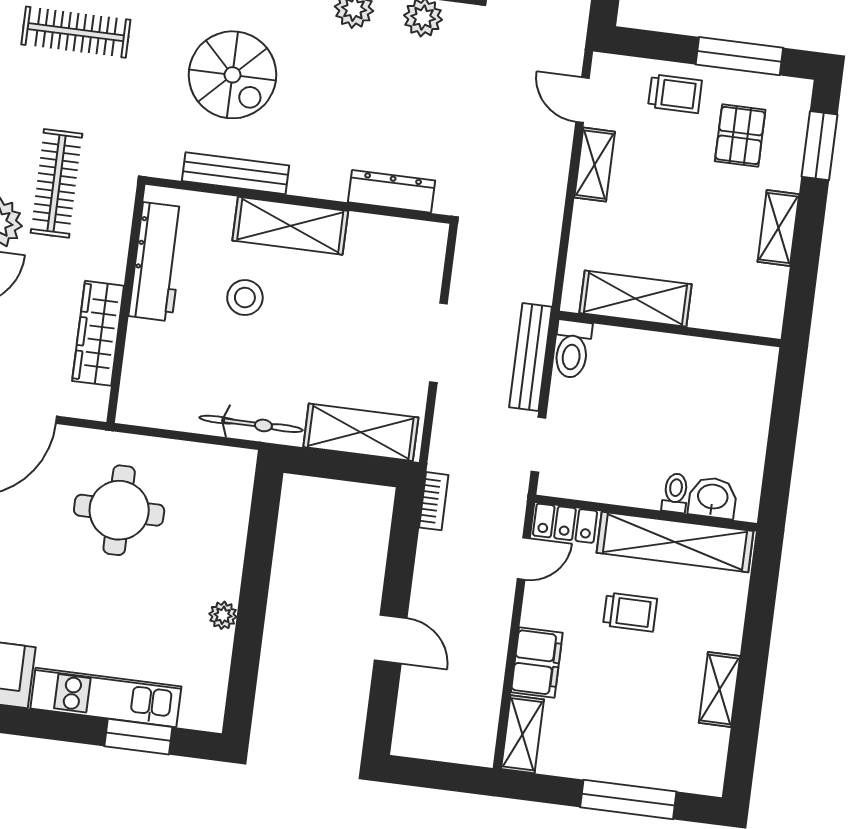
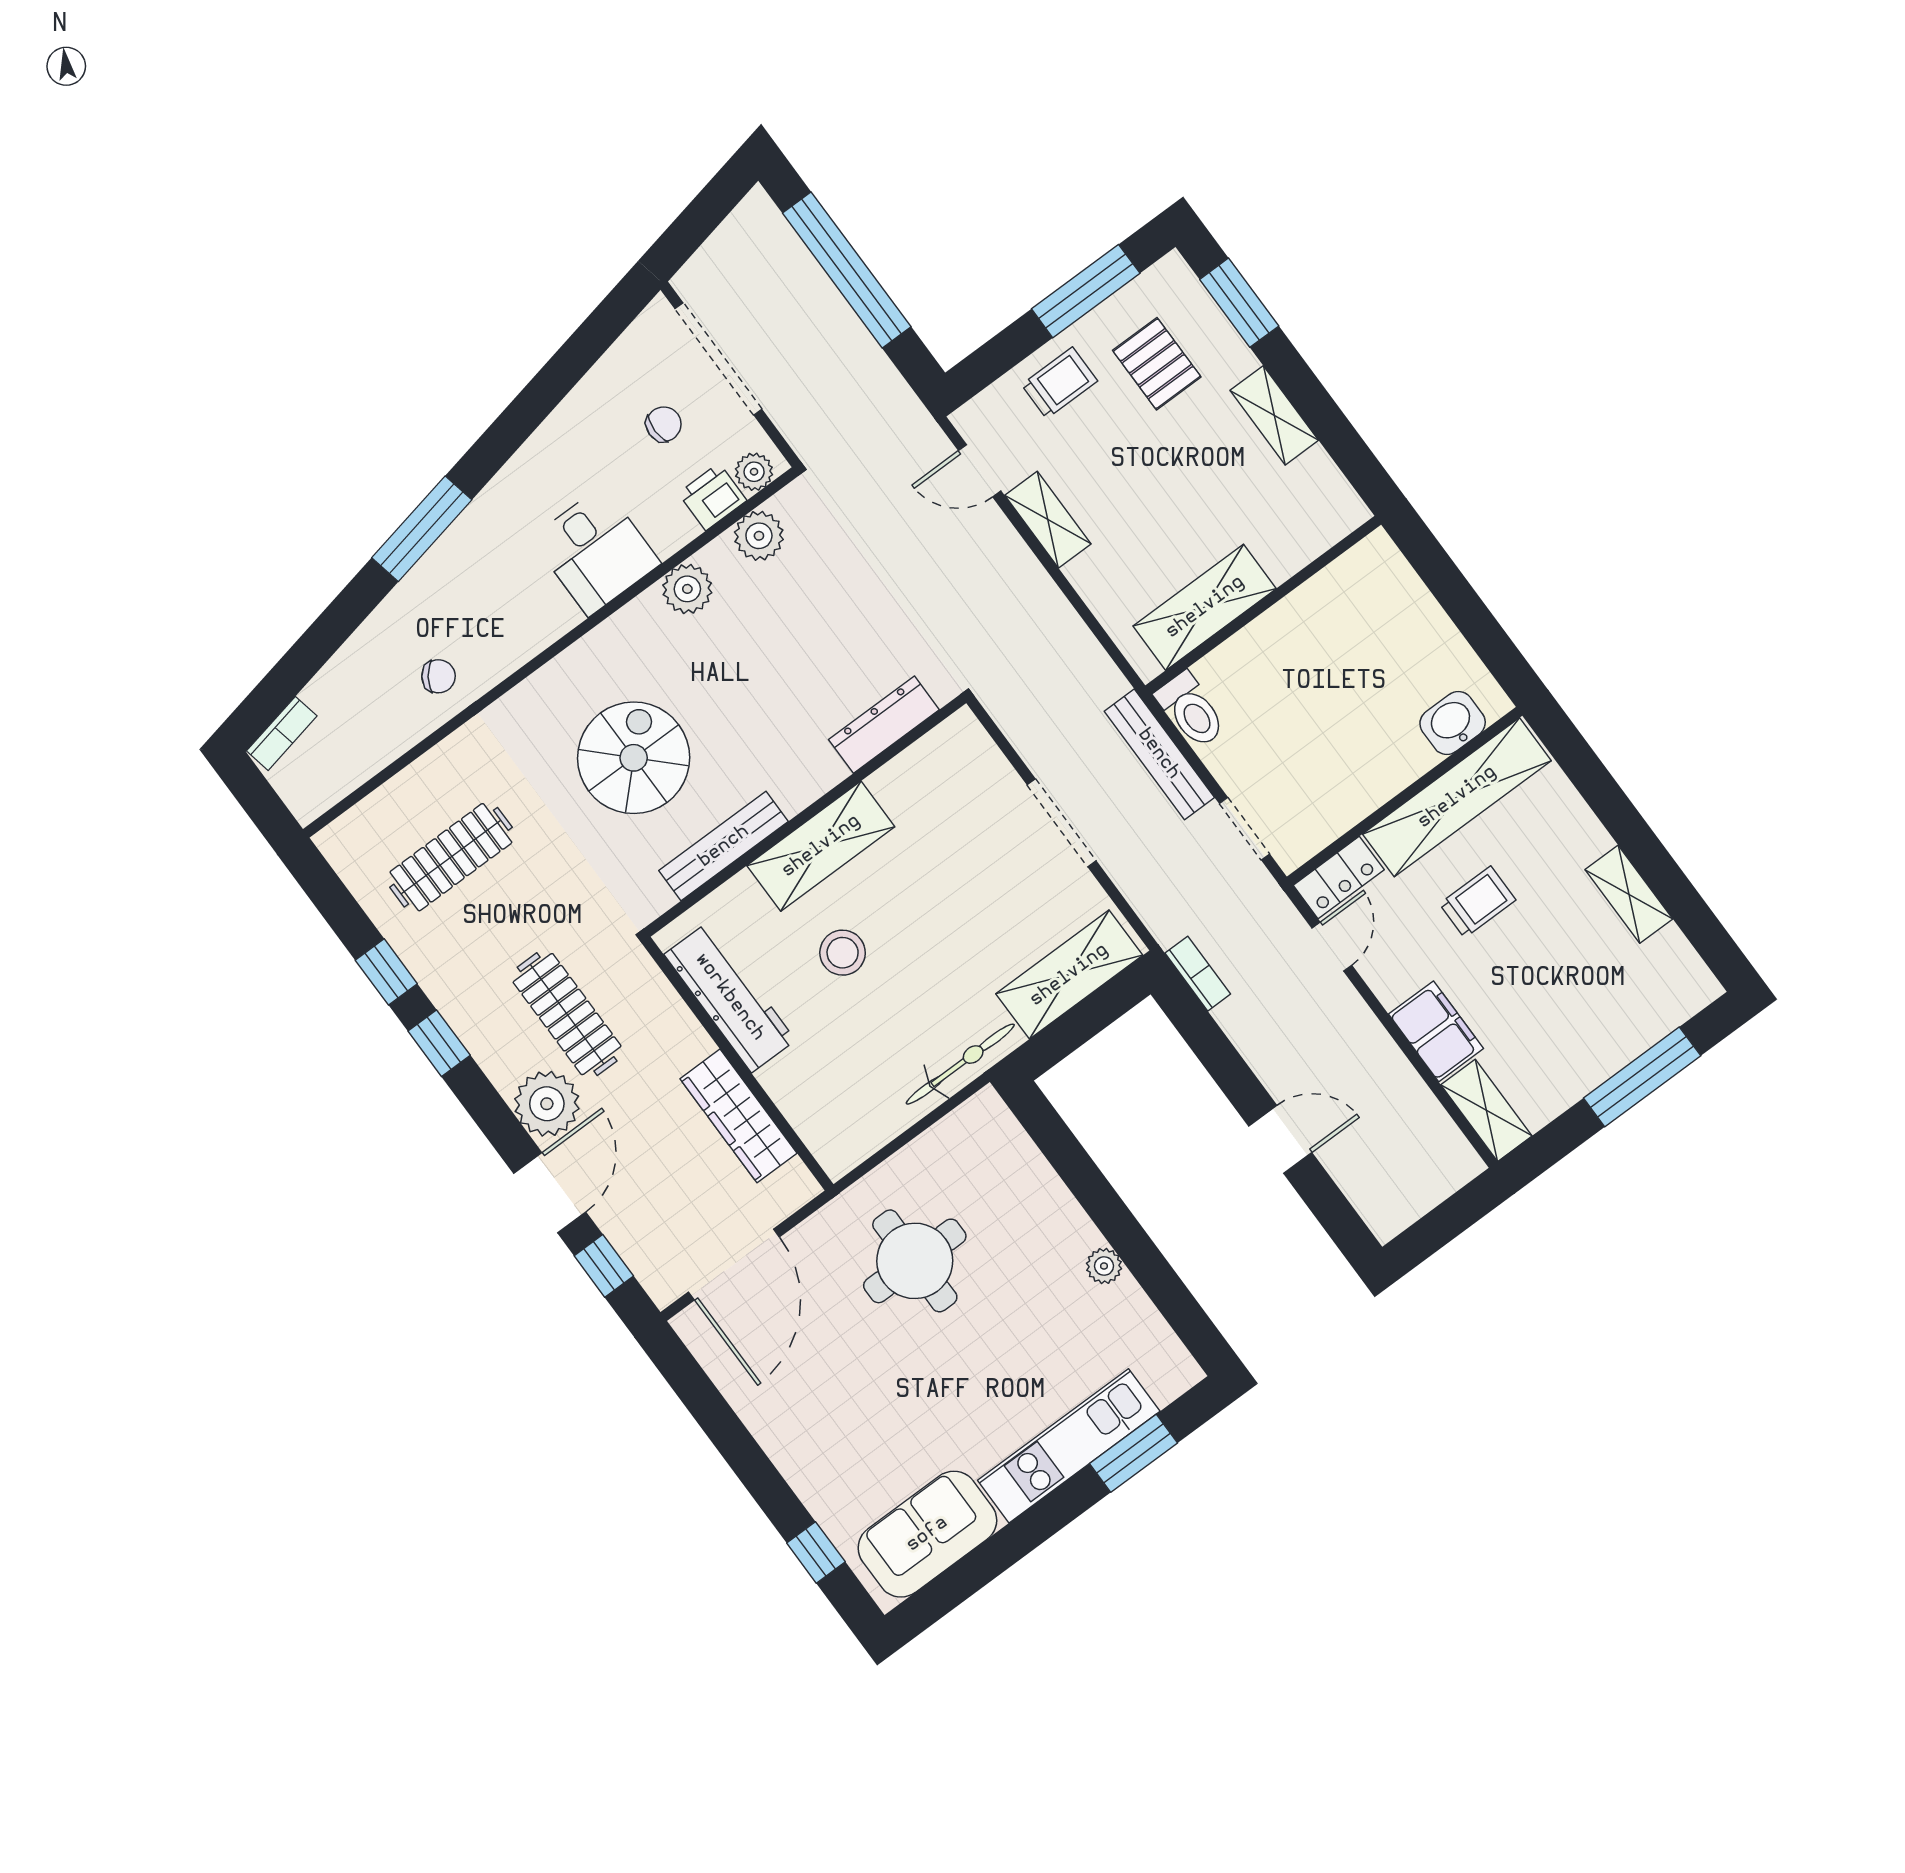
spiral stairs: (232, 75) -> (634, 758), turned -90
toilet: (675, 493) -> (1414, 752), removed

